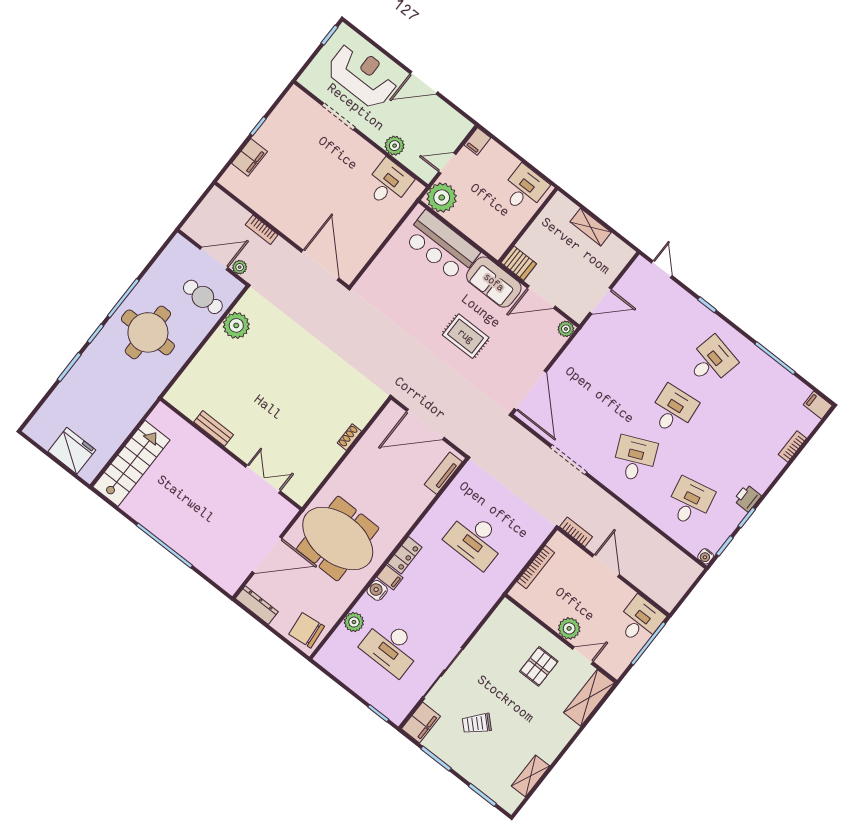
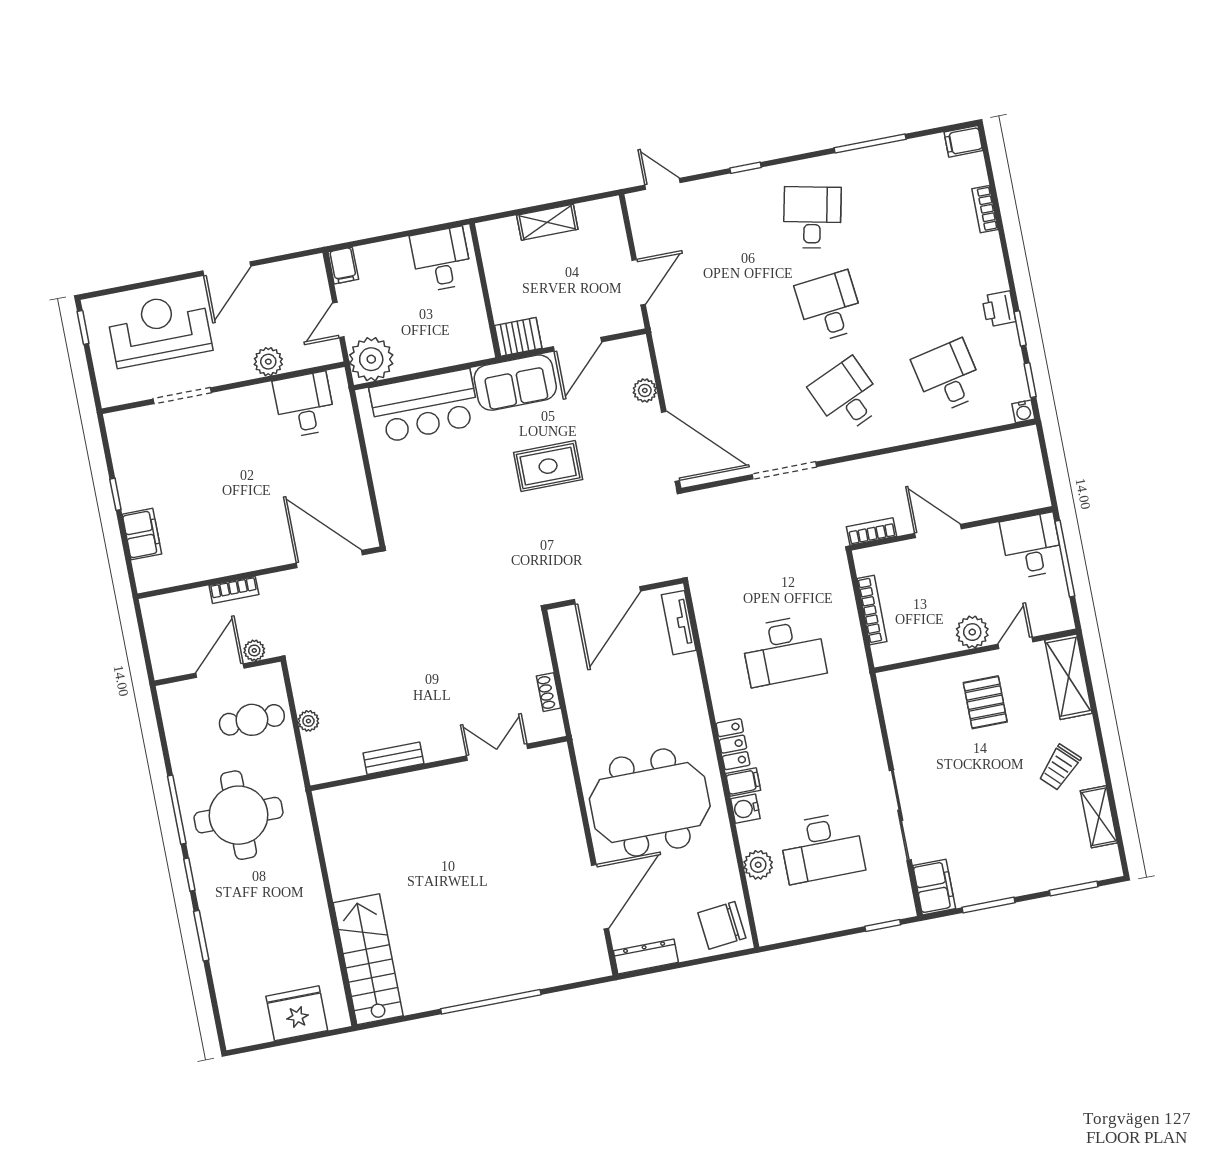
plant: (236, 325) -> (308, 721), width x0.53, depth x0.53
plant: (566, 329) -> (645, 390), moved
bench: (214, 428) -> (393, 758), moved
wall: (231, 454) -> (439, 764), moved
double door: (263, 479) -> (497, 752), moved
trolley: (477, 724) -> (1060, 767), moved

